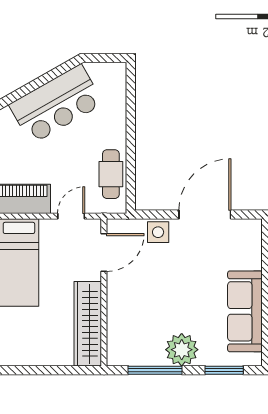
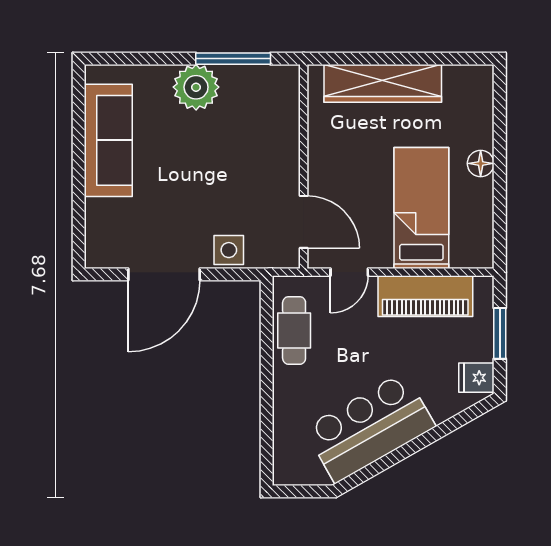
door: (104, 252) -> (304, 222), swing flipped
wardrobe: (88, 324) -> (383, 83), moved, turned 90
window: (224, 370) -> (137, 59), removed

